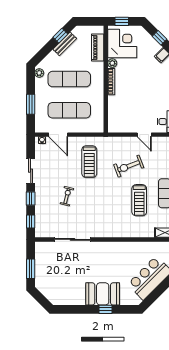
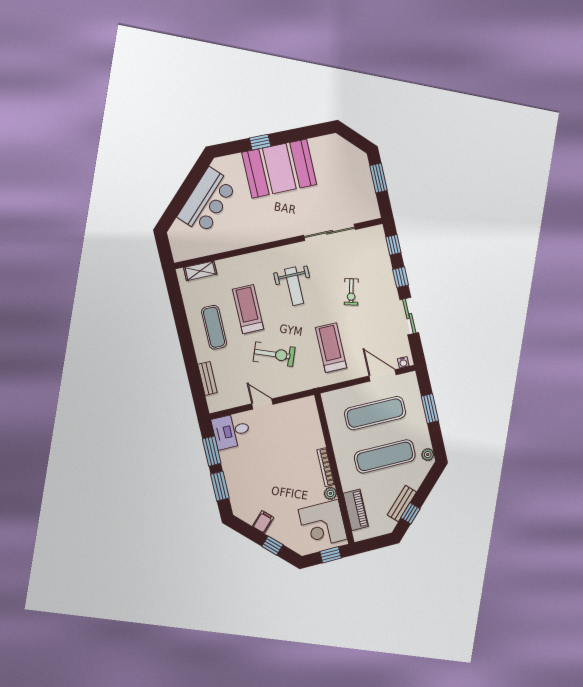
exercise bike: (129, 166) -> (274, 354), turned 42
weight bench: (105, 209) -> (294, 286), added
booth: (103, 294) -> (279, 169), width x1.36, depth x1.42

